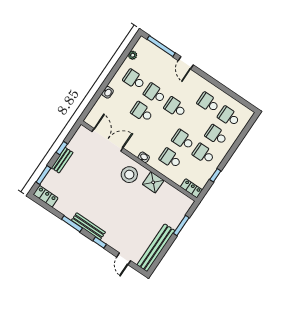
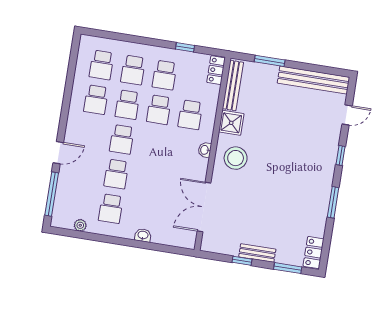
school desk: (142, 112) -> (127, 105), moved
bench: (88, 226) -> (233, 85), moved

